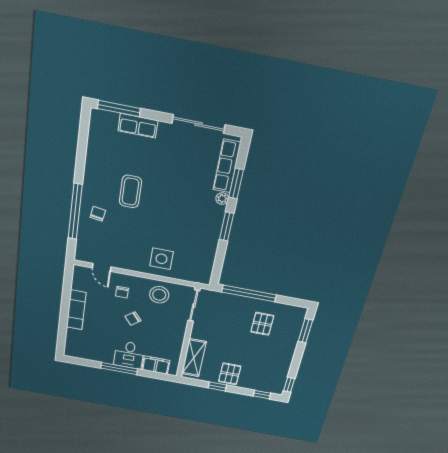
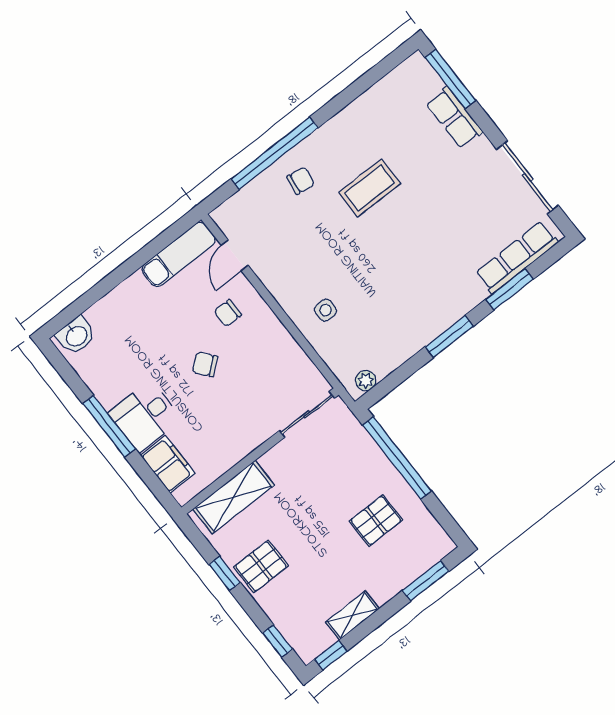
plant: (222, 199) -> (366, 381), moved
side table: (161, 259) -> (325, 310), width x0.54, depth x0.54
stool: (159, 295) -> (275, 359), removed
exam couch: (76, 310) -> (179, 254), moved
washbasin: (72, 347) -> (76, 336), added
shelving: (285, 365) -> (352, 615), added

